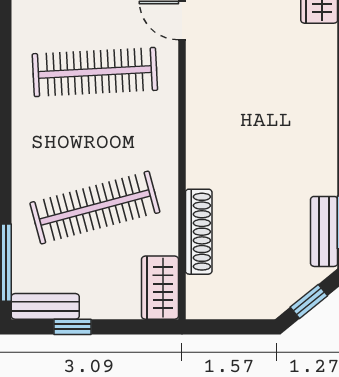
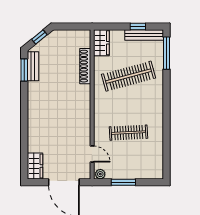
clothes rail: (95, 72) -> (129, 133), width x0.73, depth x0.76
bench: (45, 306) -> (144, 35), width x1.36

